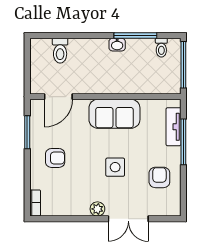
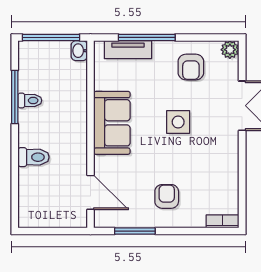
washbasin: (117, 45) -> (79, 51), moved, turned 180
toilet: (161, 48) -> (30, 100), moved
toilet: (60, 51) -> (34, 157), moved
armchair: (159, 177) -> (191, 67), turned -90
plant: (97, 209) -> (230, 50), moved

